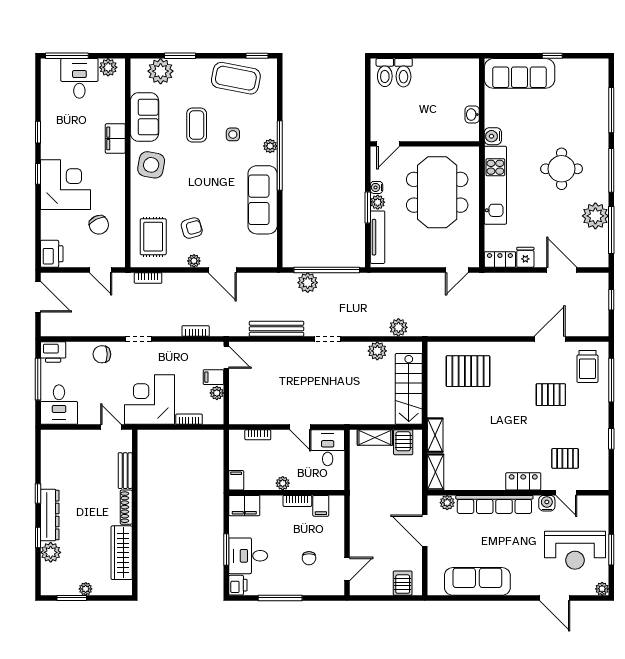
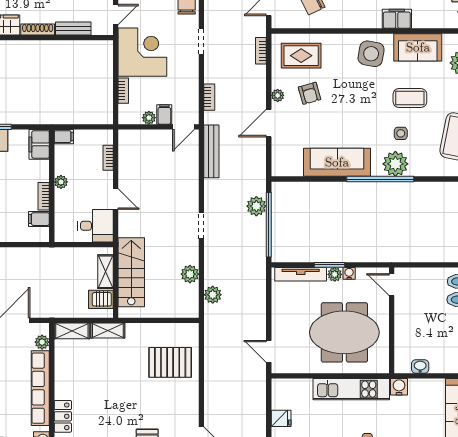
plant: (270, 146) -> (395, 164), width x1.87, depth x1.87
locker: (500, 259) -> (279, 394), removed
bench: (276, 329) -> (211, 151), moved
pallet: (468, 371) -> (170, 362), turned 90
stairs: (409, 389) -> (131, 272), moved, turned 90
door: (300, 427) -> (116, 199), swing flipped

